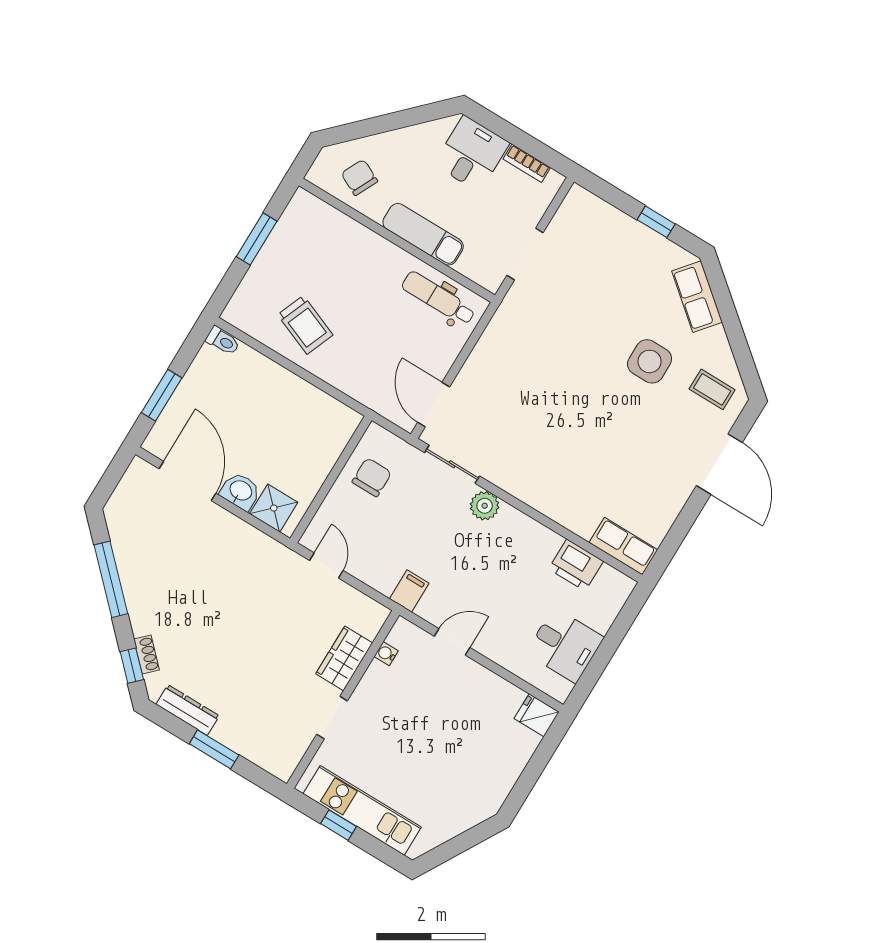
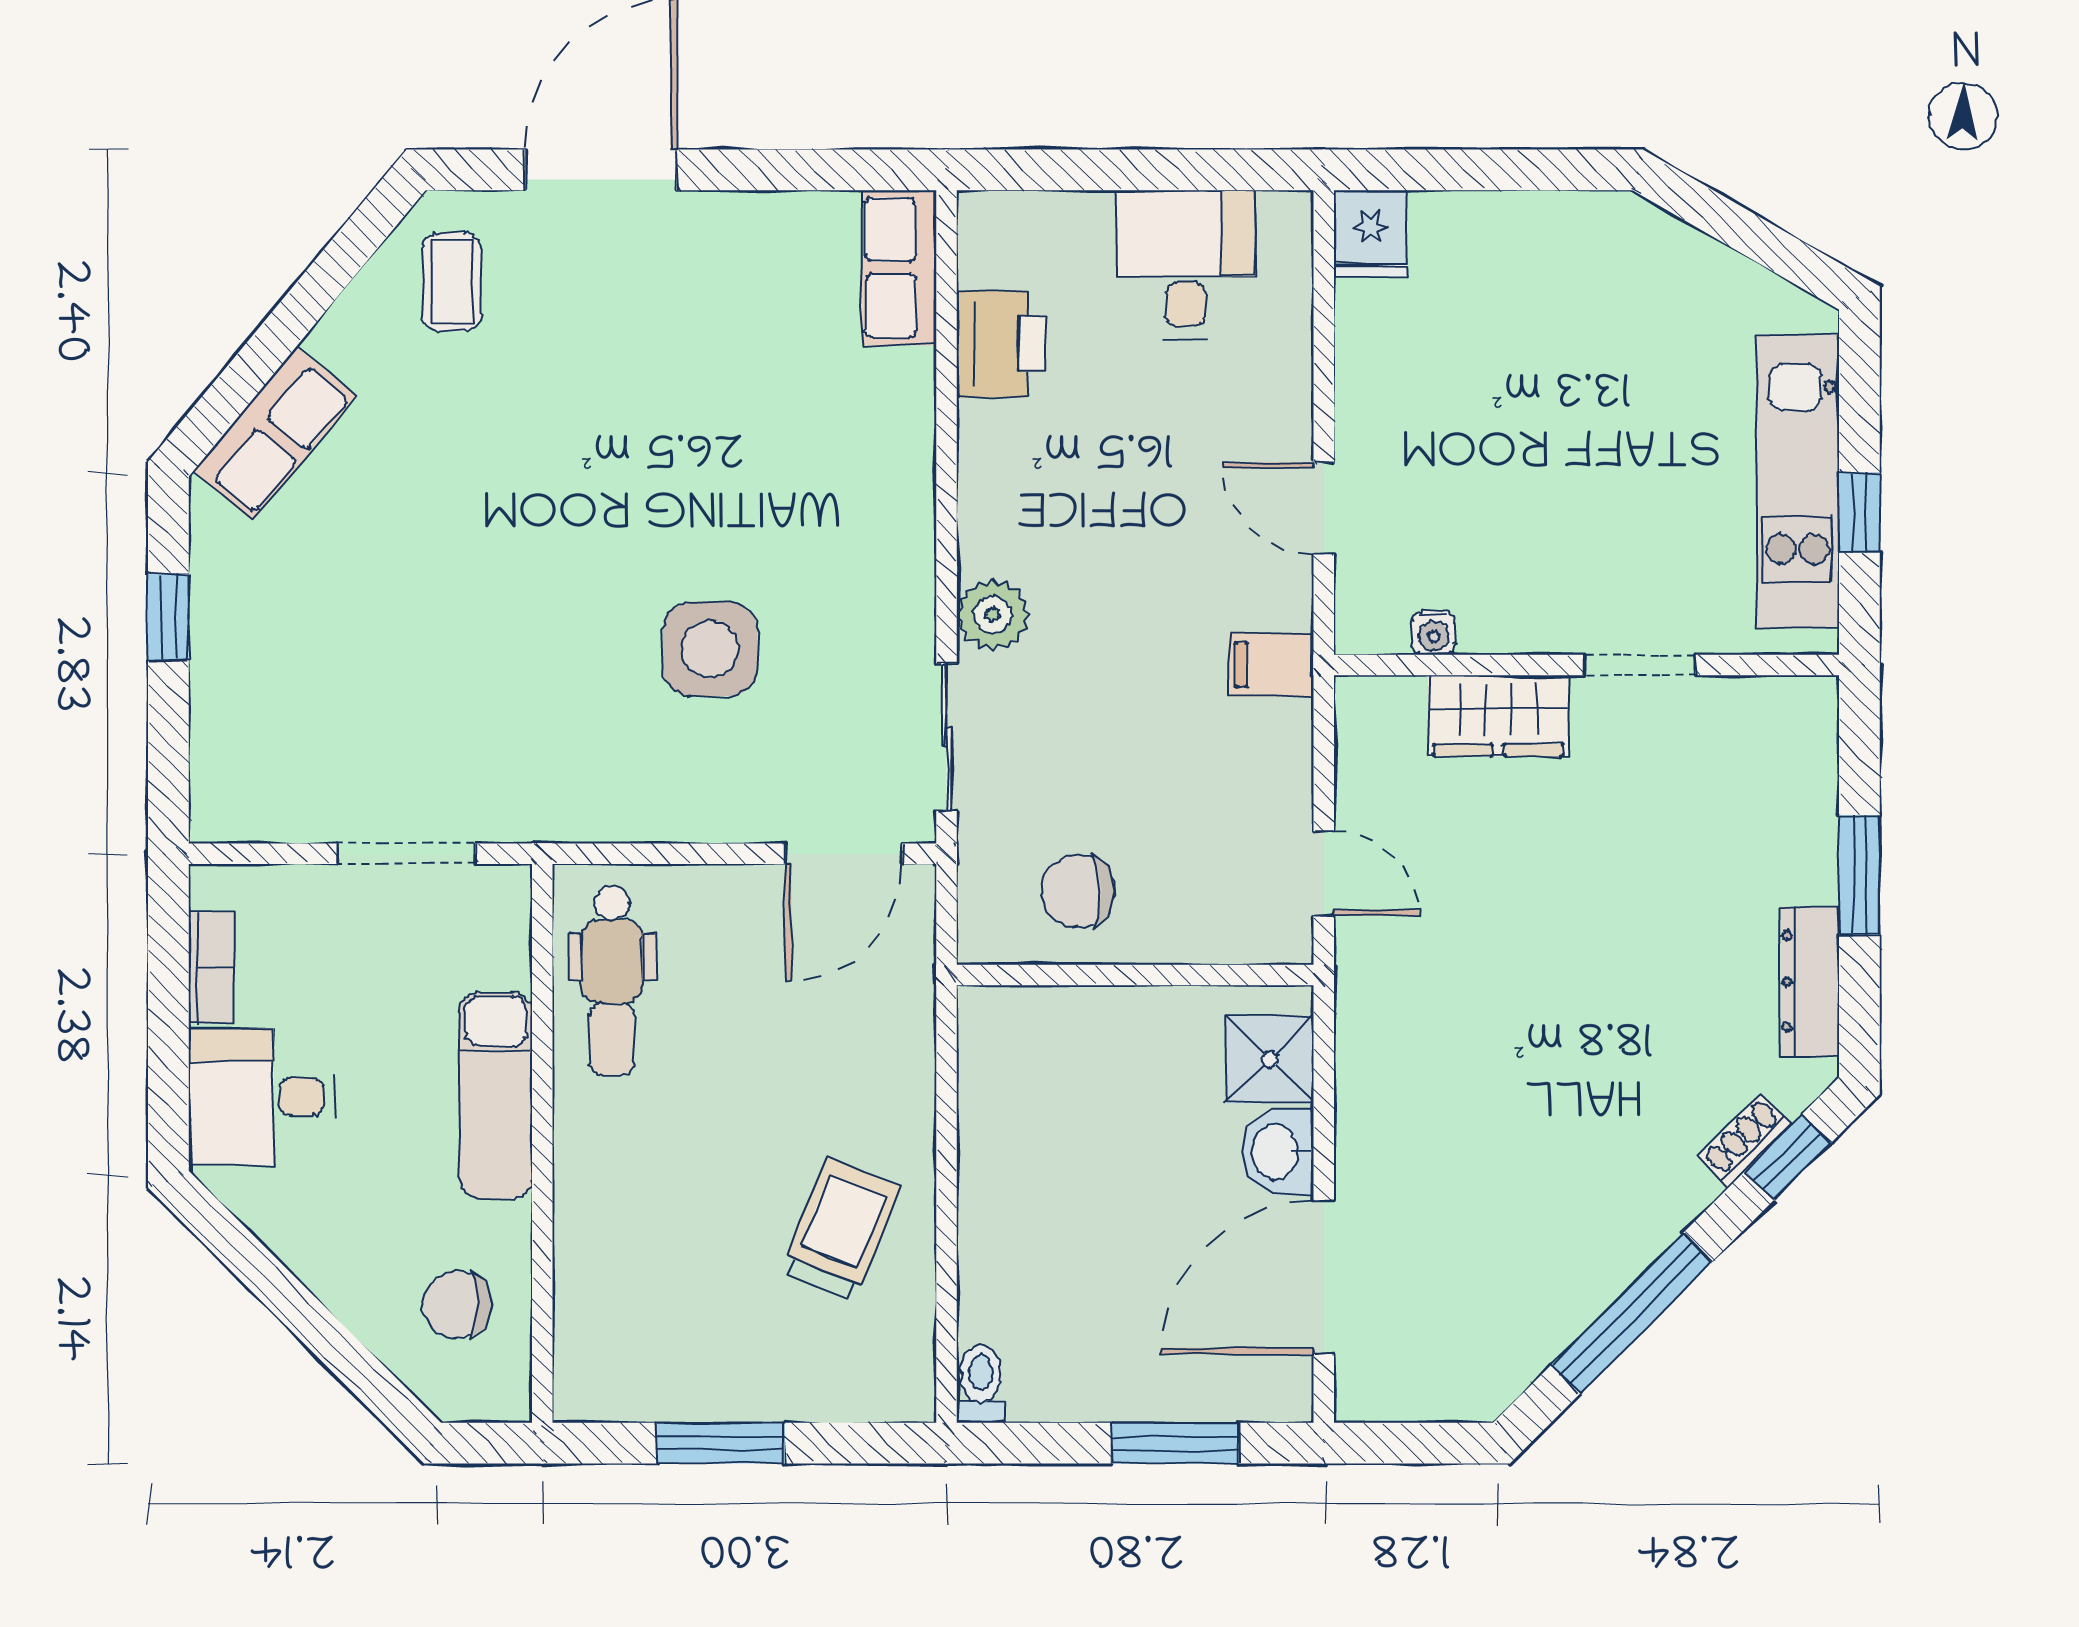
chair: (359, 177) -> (457, 1305), turned 64
side table: (650, 361) -> (710, 649), moved
door: (326, 565) -> (1324, 873), swing flipped

